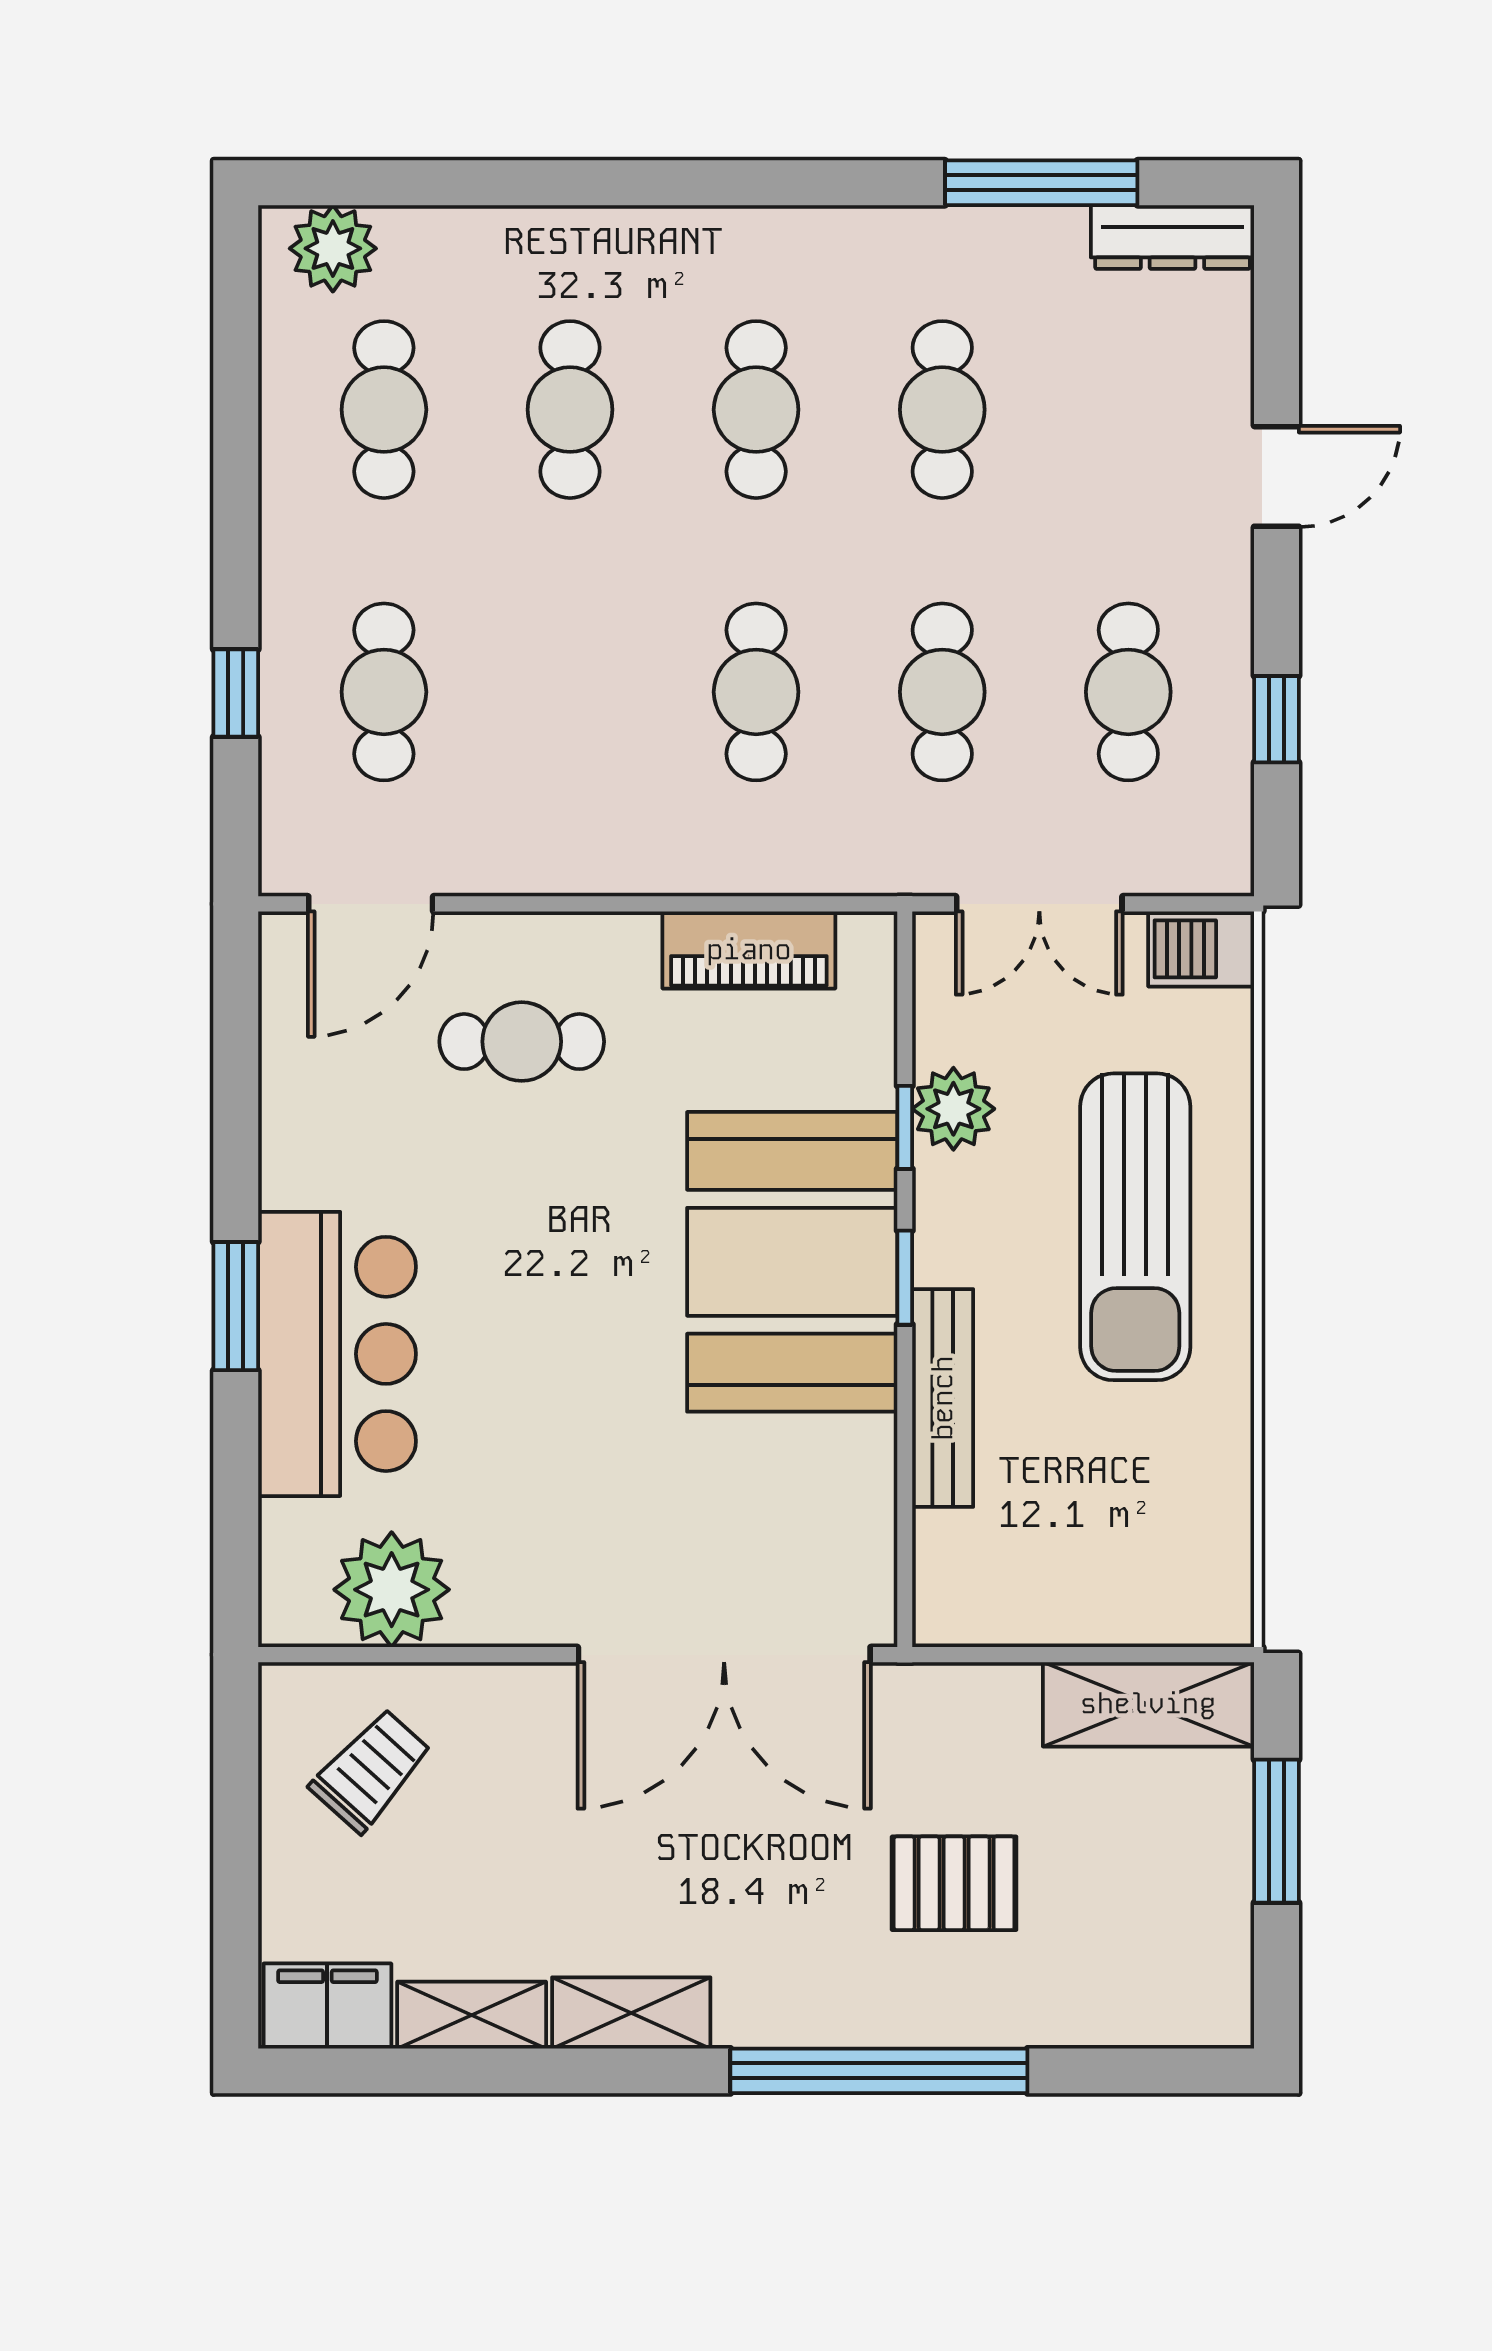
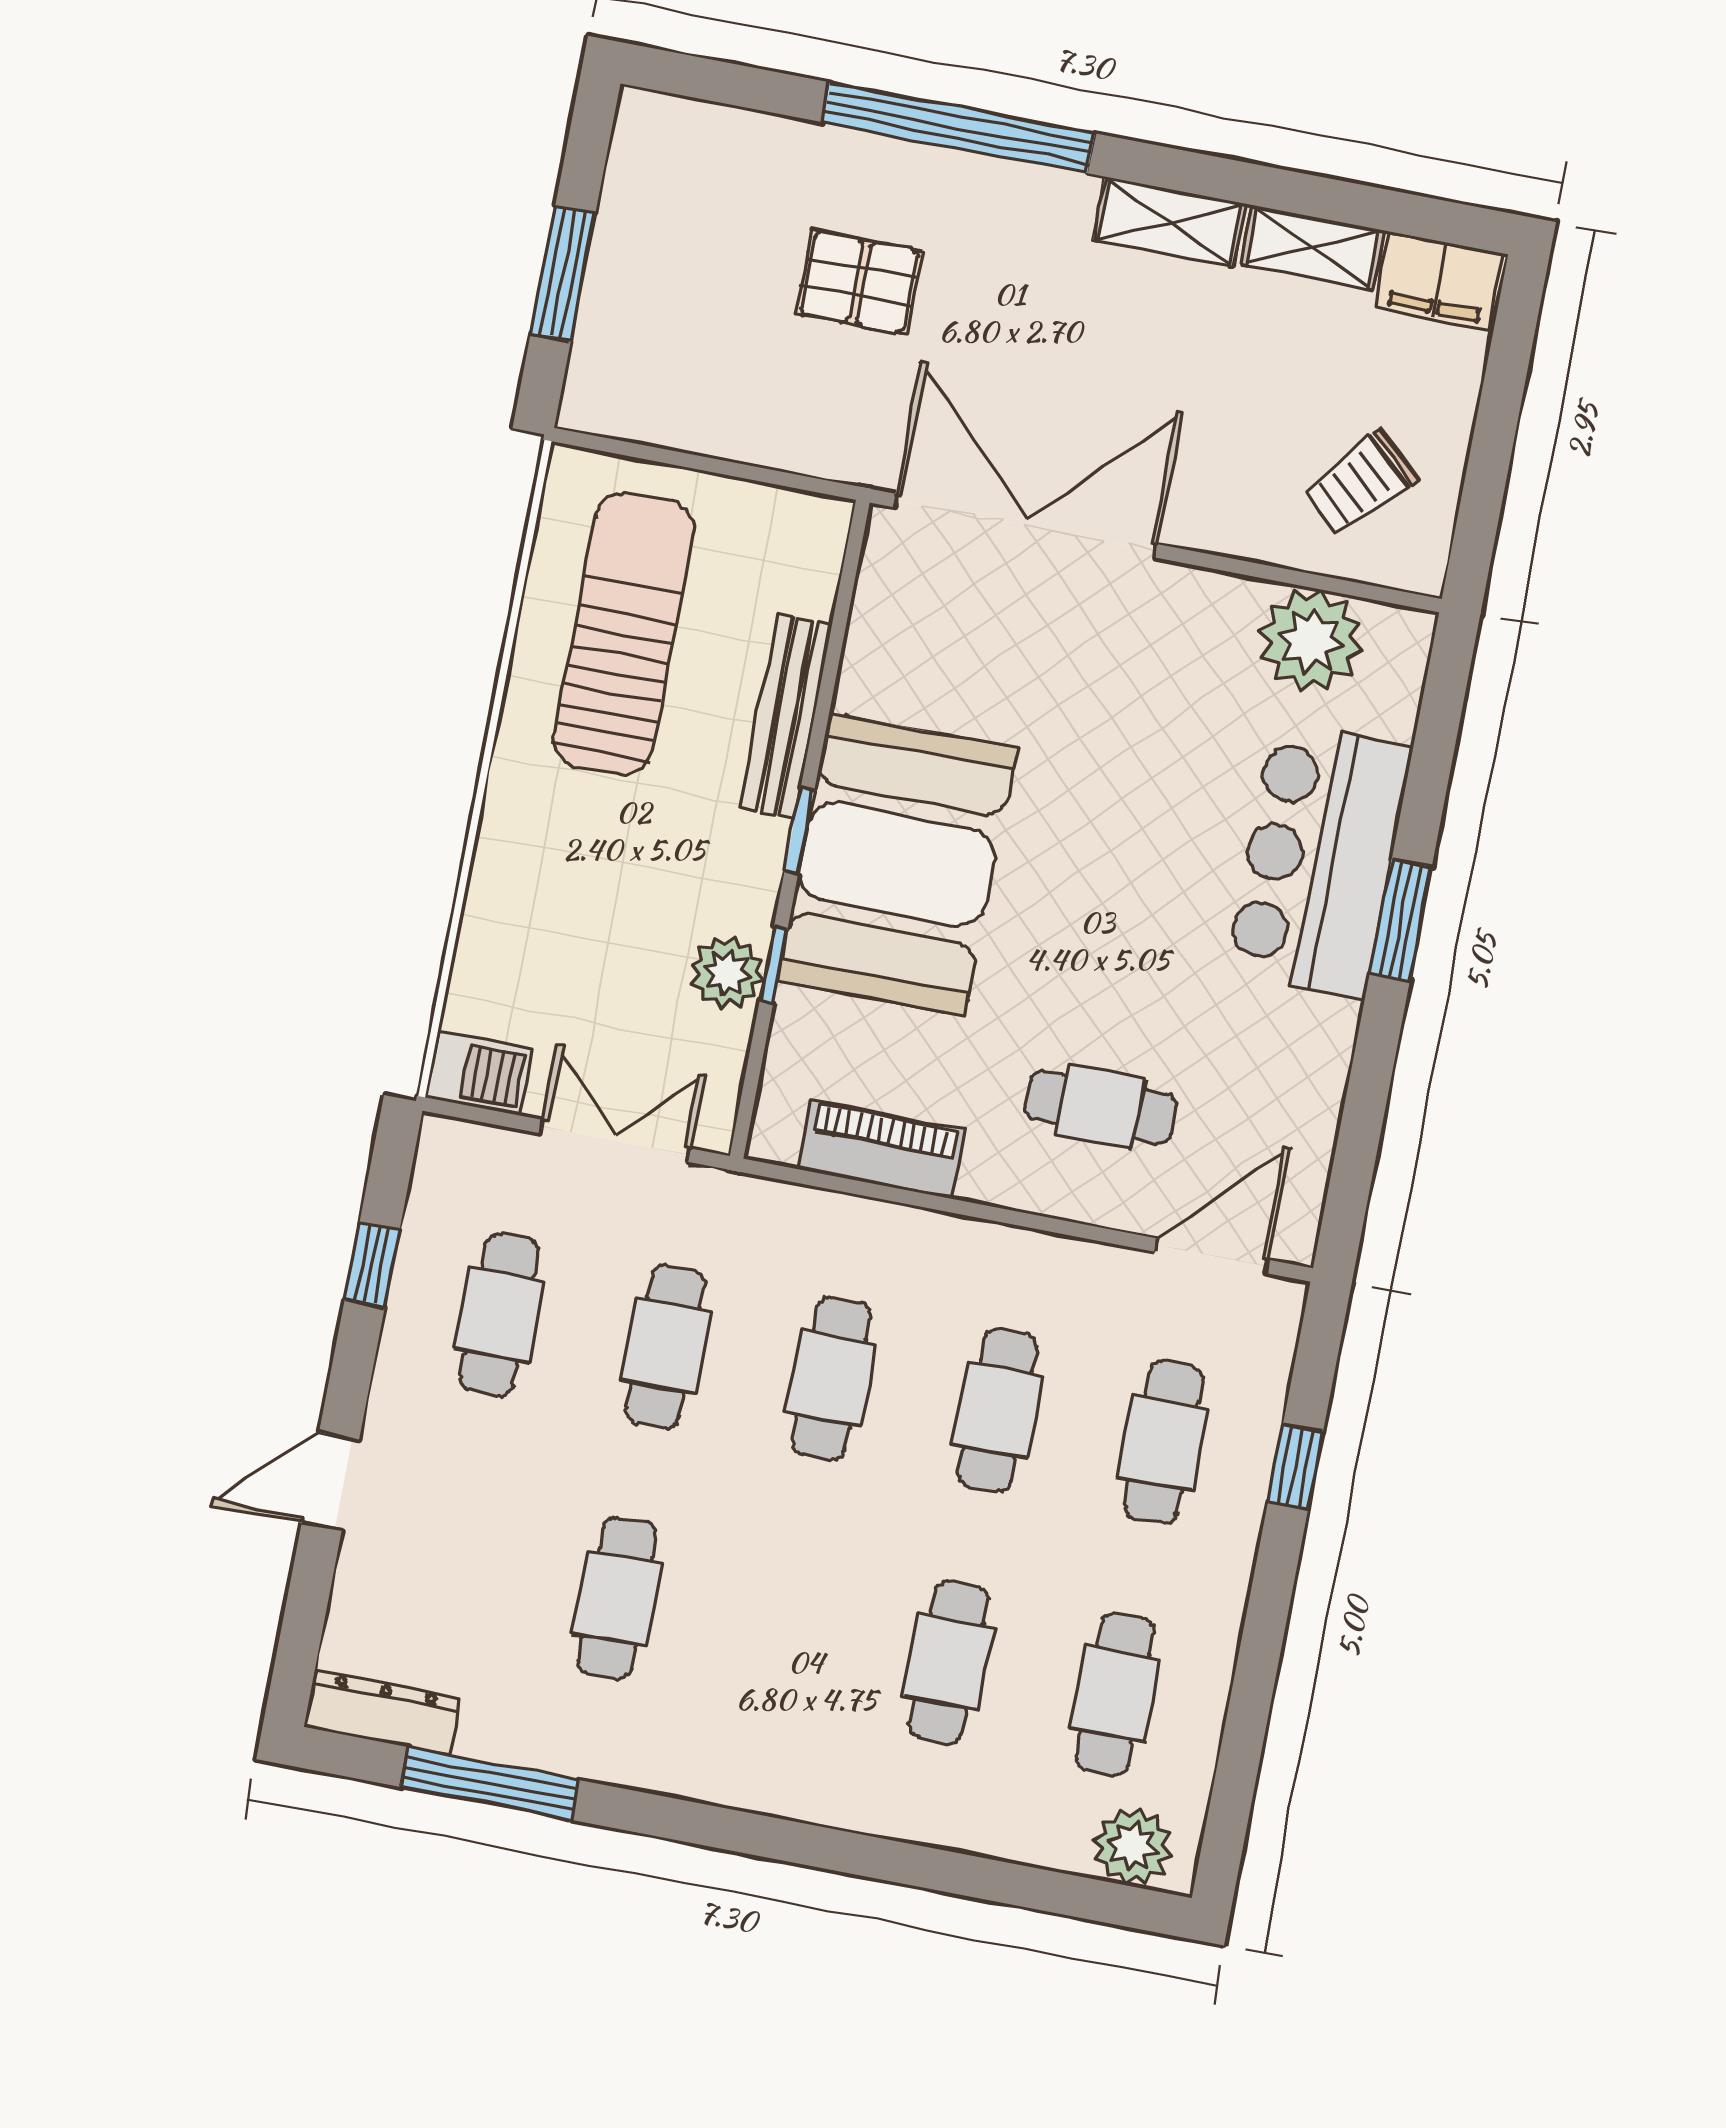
cafe table: (756, 410) -> (997, 1410), moved
sun lounger: (1135, 1227) -> (624, 634), moved
shelving: (1148, 1704) -> (655, 408), removed

